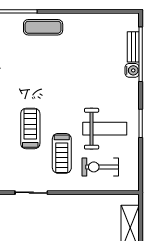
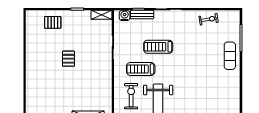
treadmill: (30, 129) -> (158, 47), turned 180

